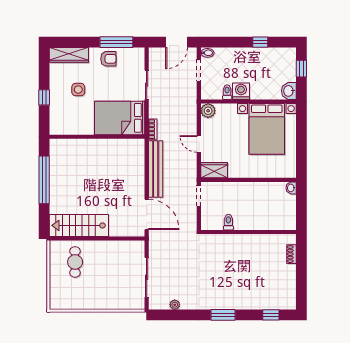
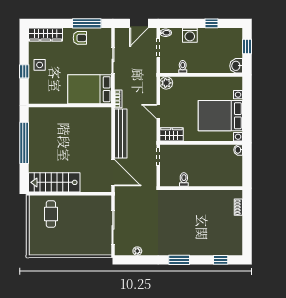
side table: (78, 90) -> (40, 65), moved
washing machine: (241, 91) -> (190, 35), moved, turned 180
bed with nightstands: (267, 129) -> (220, 116), moved, turned 90

